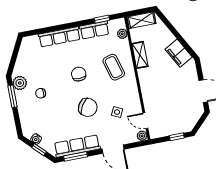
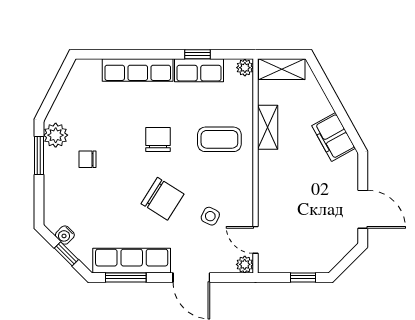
window: (102, 19) -> (198, 54), moved
plant: (122, 34) -> (245, 68), moved
coffee table: (114, 67) -> (219, 139), turned -74

